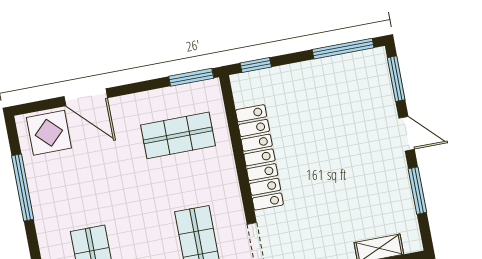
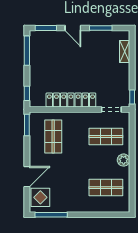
door: (407, 134) -> (73, 28), swing flipped
window: (23, 187) -> (51, 215), moved

